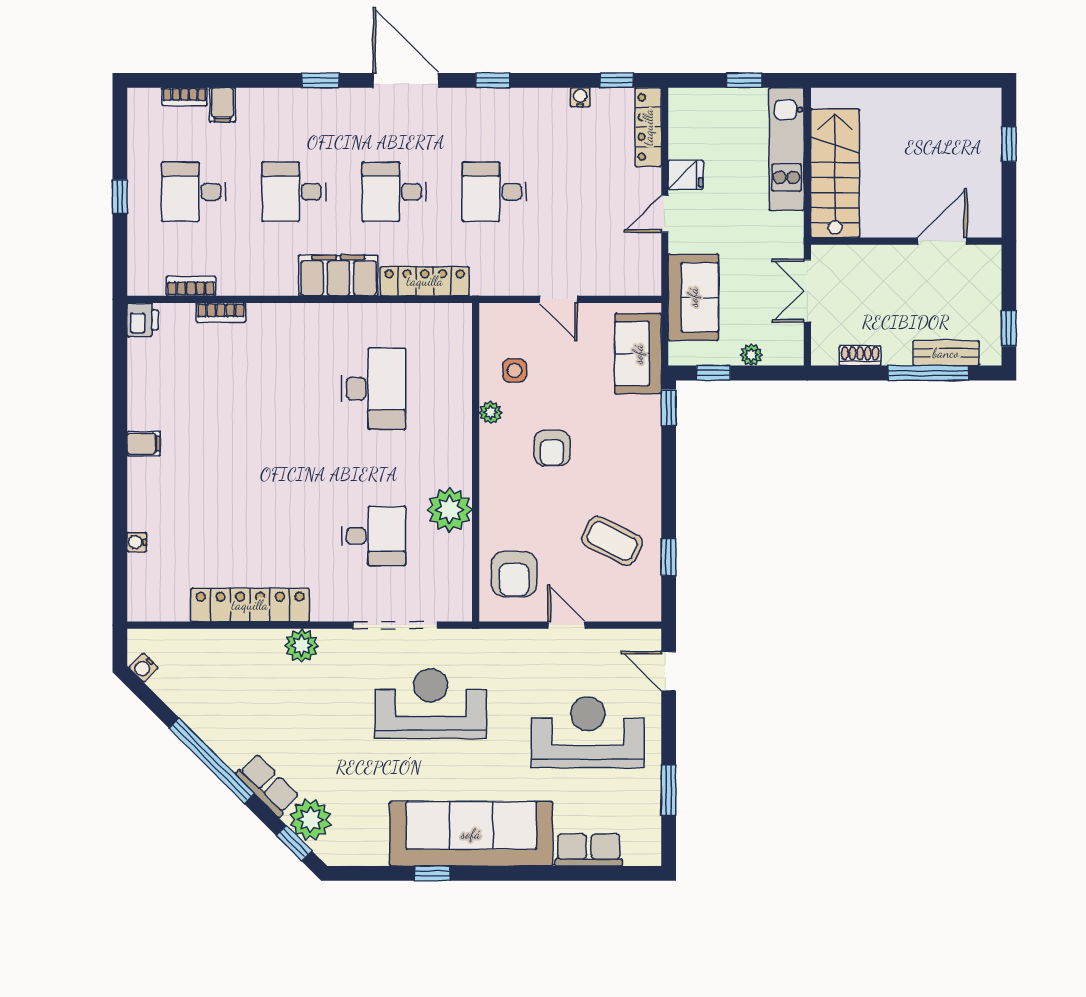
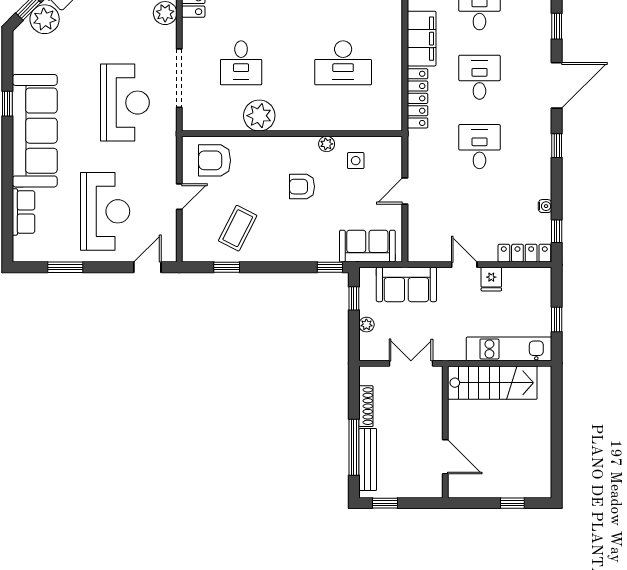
bench: (946, 353) -> (368, 459), width x1.36
shoe rack: (860, 356) -> (366, 406), width x1.43

